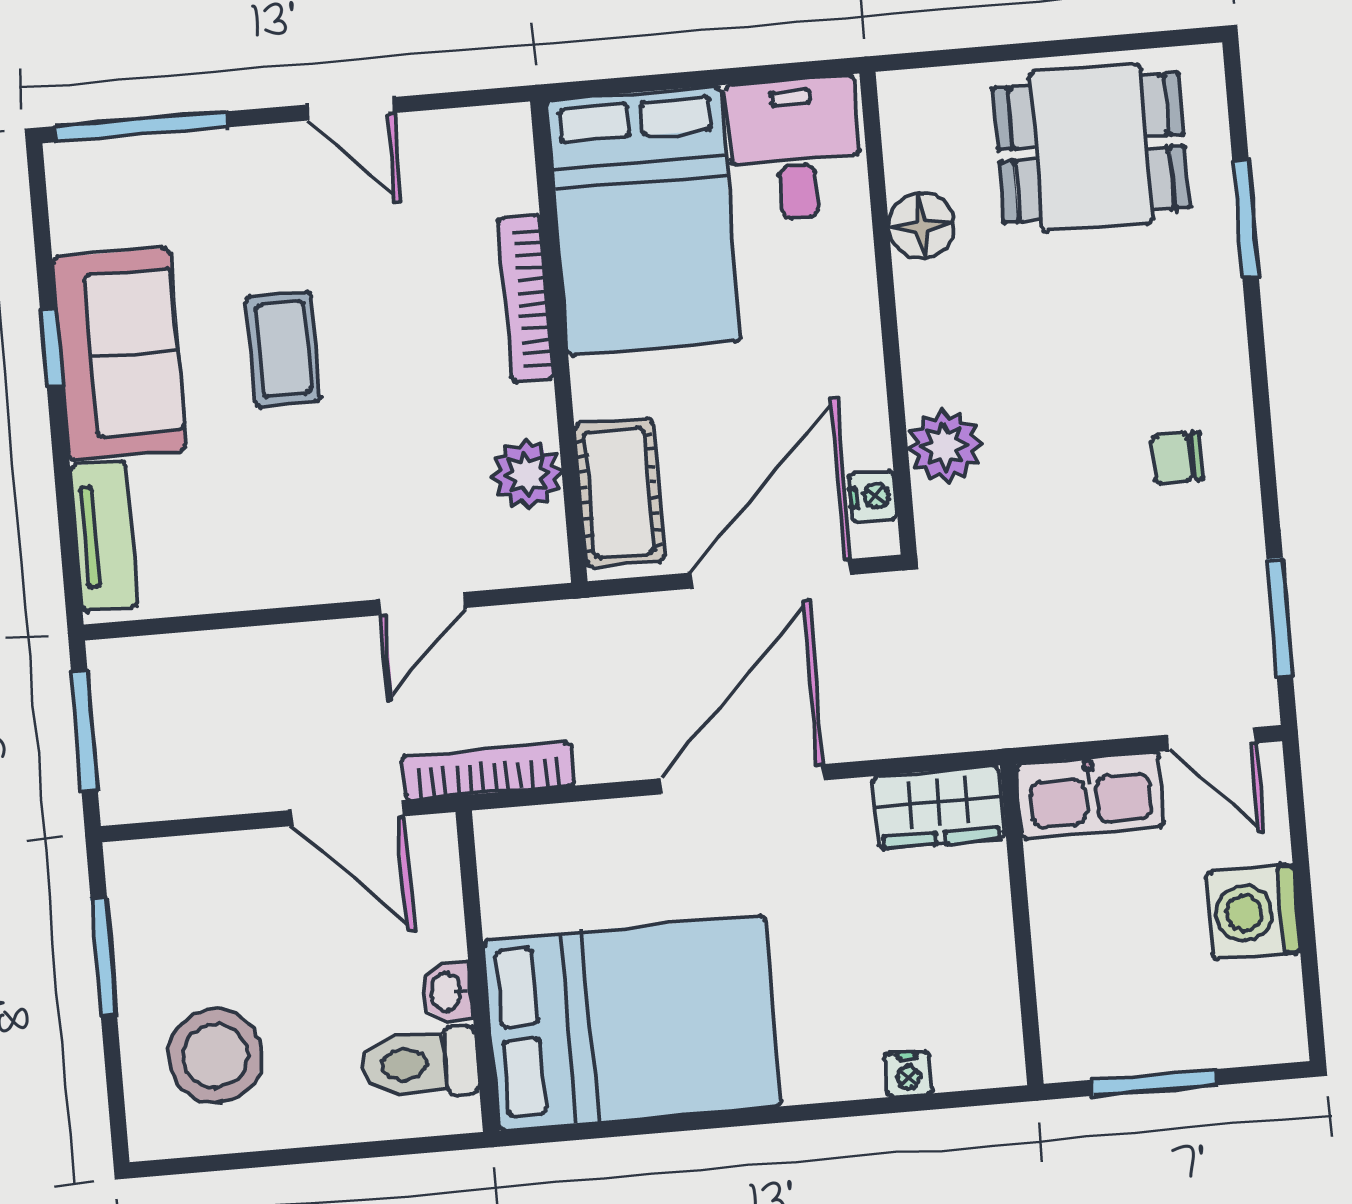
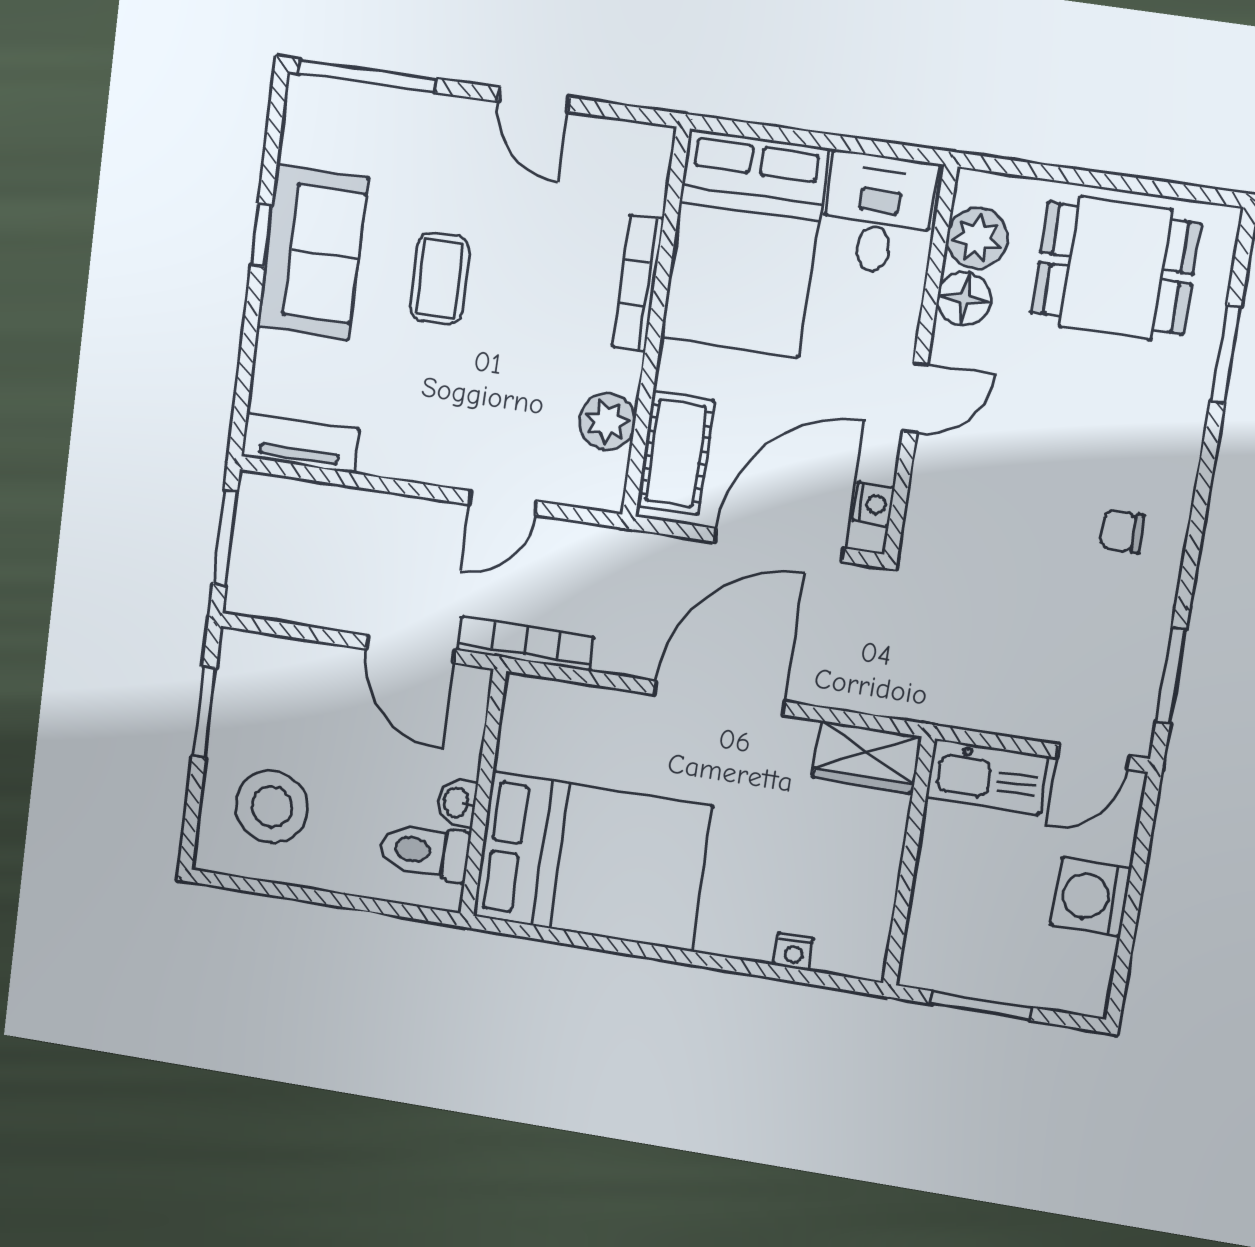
door: (892, 357) -> (915, 398), added
plant: (944, 446) -> (977, 238), moved
tv unit: (104, 536) -> (300, 443), moved, turned -90
door: (1212, 739) -> (1093, 757), hinge flipped

